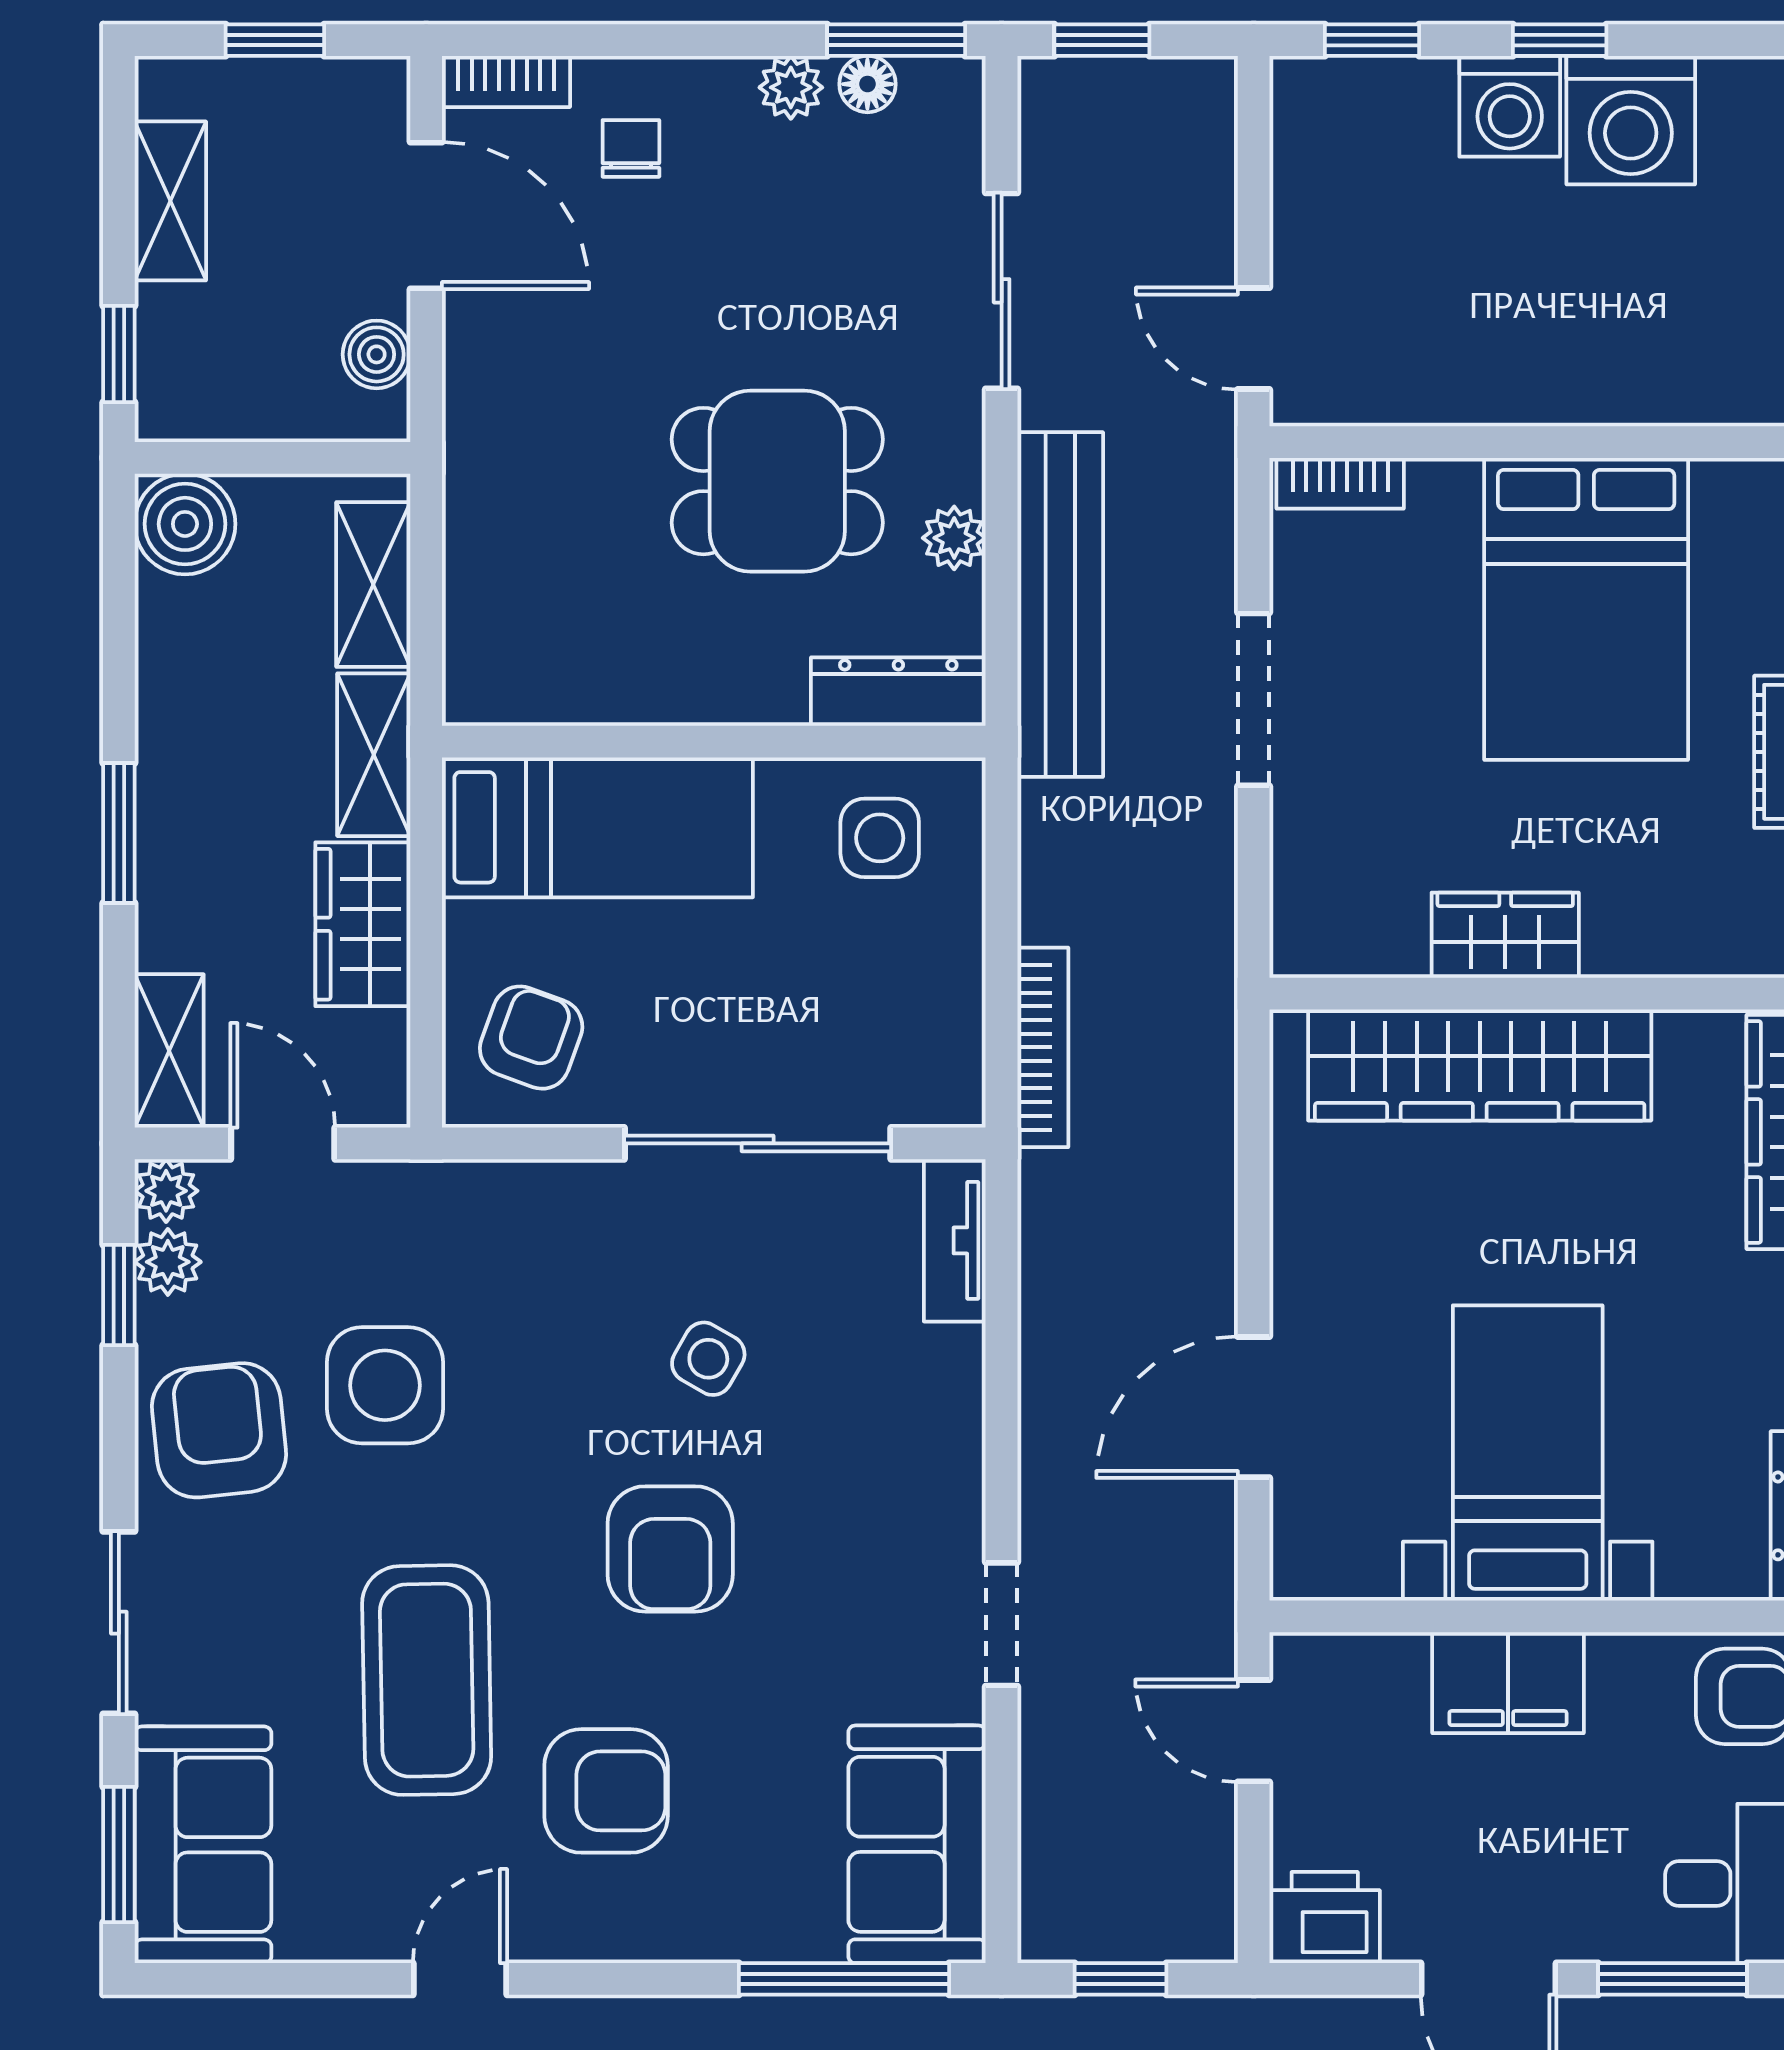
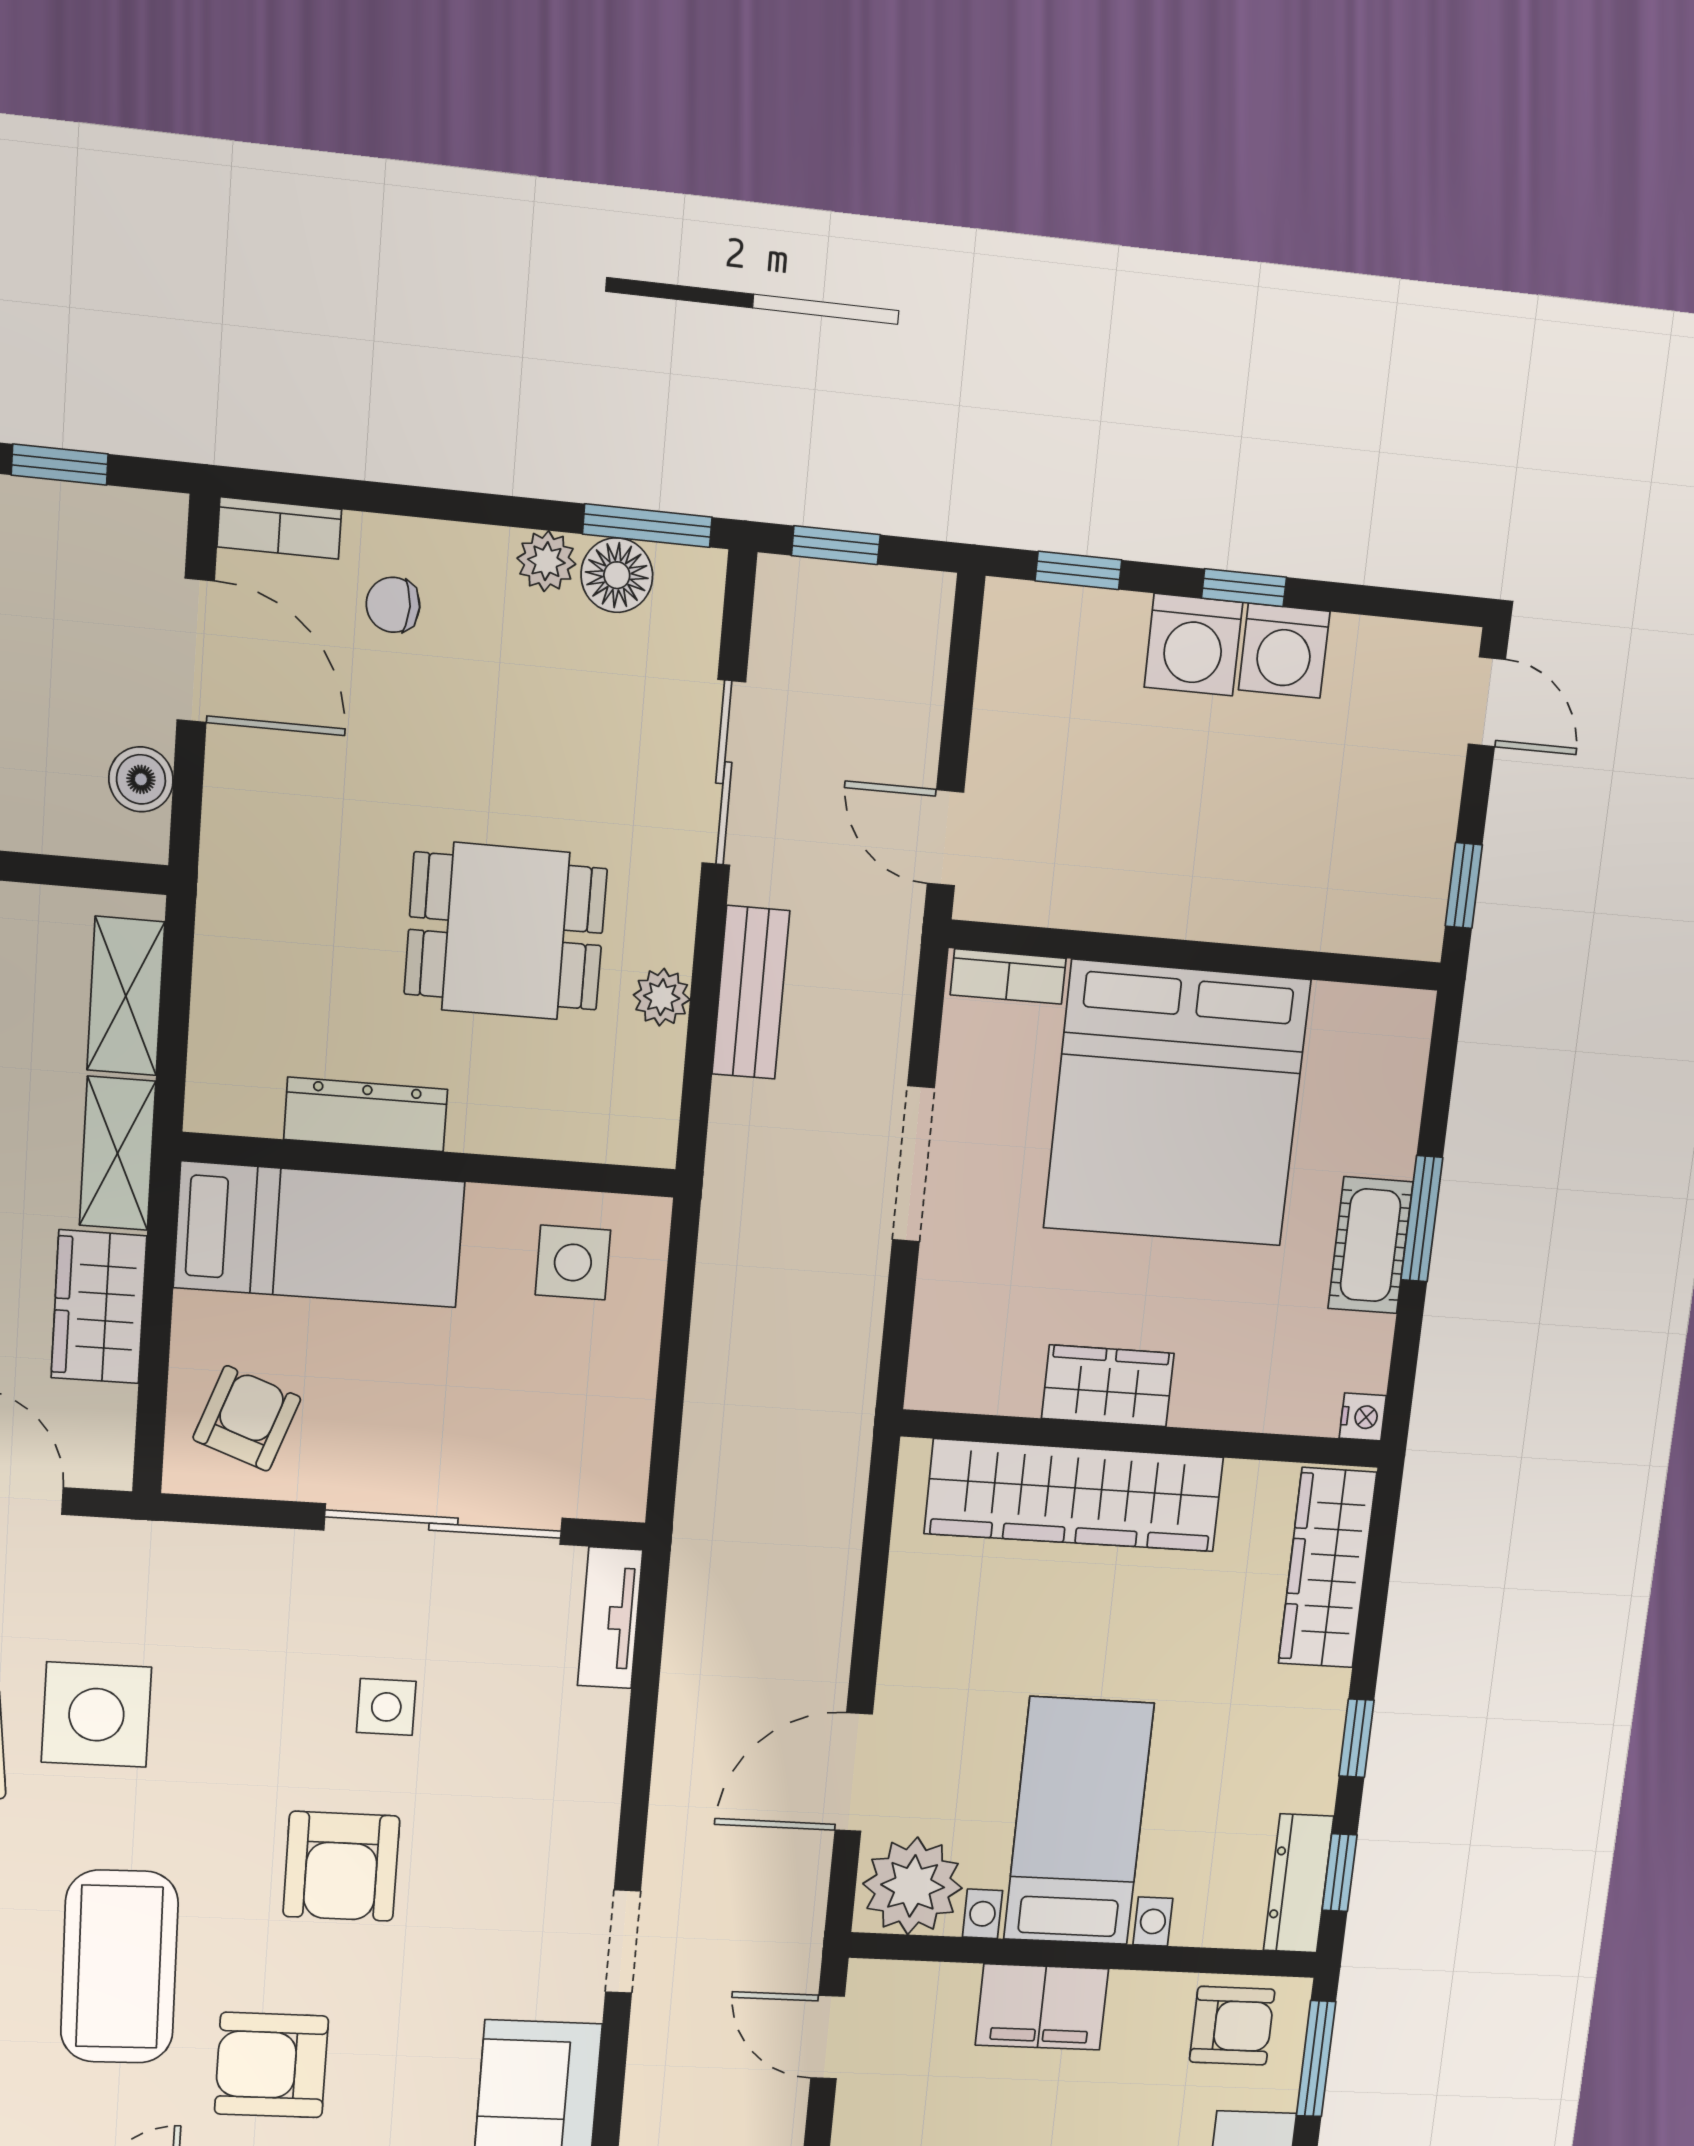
floor lamp: (867, 84) -> (617, 575), width x1.37, depth x1.37
washing machine: (1631, 120) -> (1284, 651), width x0.73, depth x0.73
chair: (631, 148) -> (393, 605), turned -90
bench: (1060, 605) -> (751, 993), width x0.54, depth x0.82
bed: (1586, 609) -> (1177, 1104), width x1.36
dresser: (898, 692) -> (366, 1114), moved
bookcase: (1043, 1047) -> (701, 1456), removed
side table: (708, 1359) -> (386, 1707), turned -30
plant: (1337, 1541) -> (913, 1886), added
armchair: (606, 1791) -> (271, 2065), turned 180

